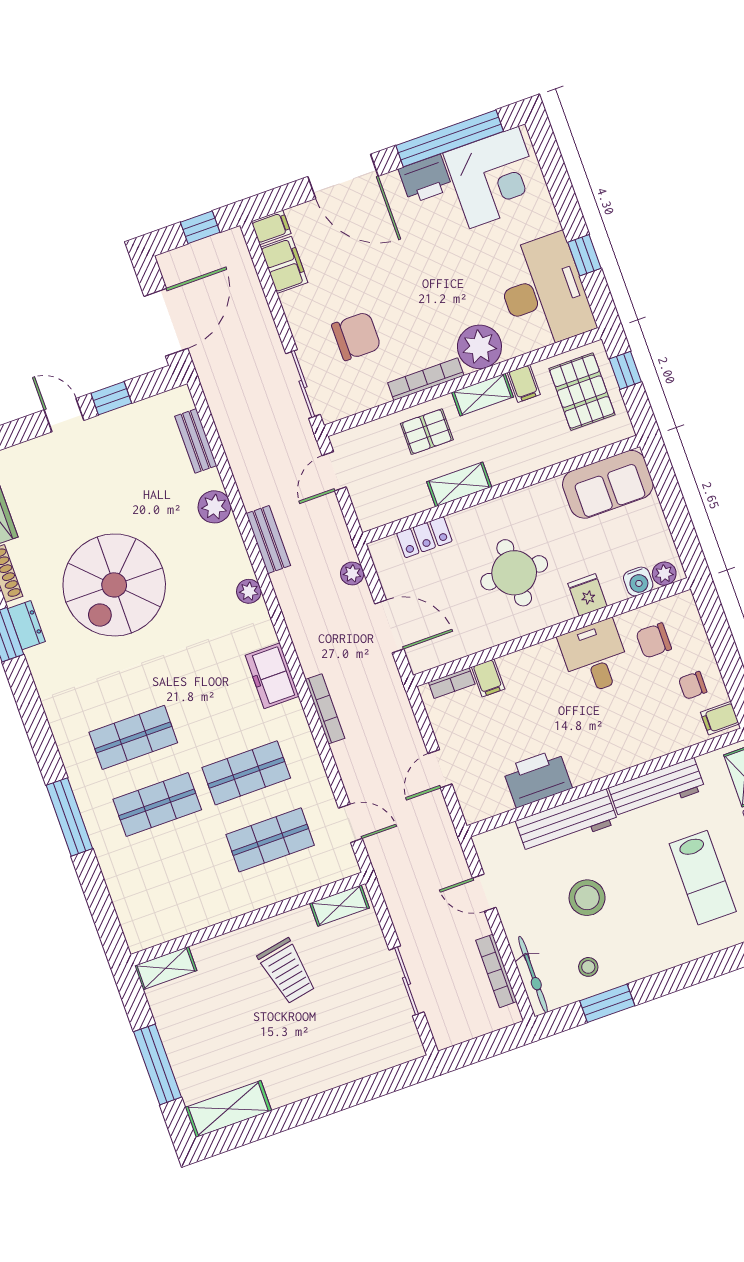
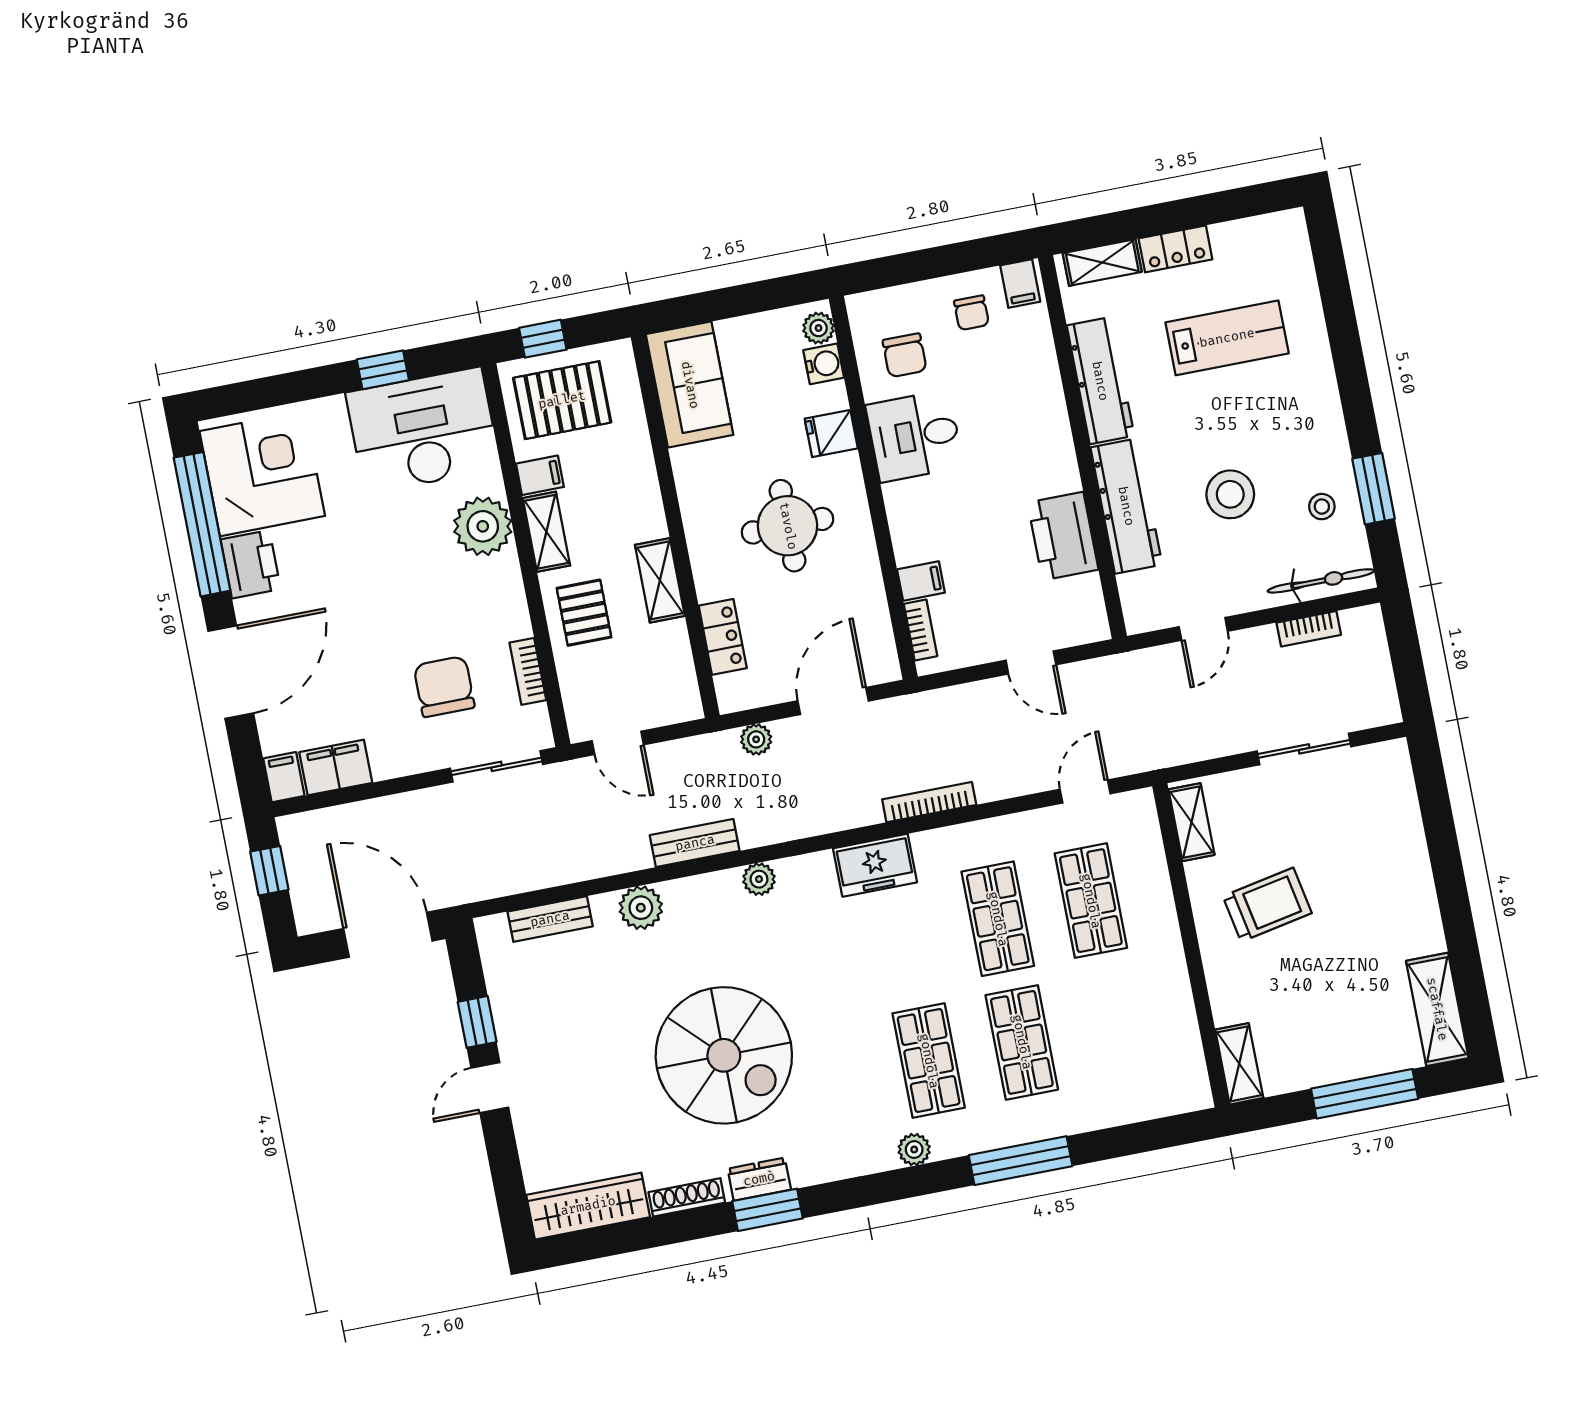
bookcase: (426, 379) -> (528, 671), moved, width x0.64
plant: (66, 737) -> (914, 1150), added
bookcase: (496, 971) -> (1309, 629), width x0.64

